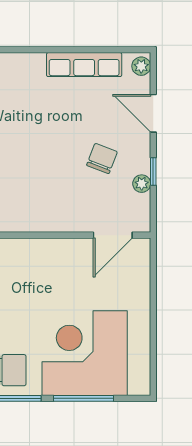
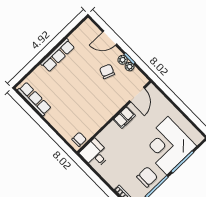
row of seats: (84, 65) -> (58, 55), moved
plant: (141, 66) -> (123, 60), moved
filing cabinet: (62, 251) -> (124, 117), added

